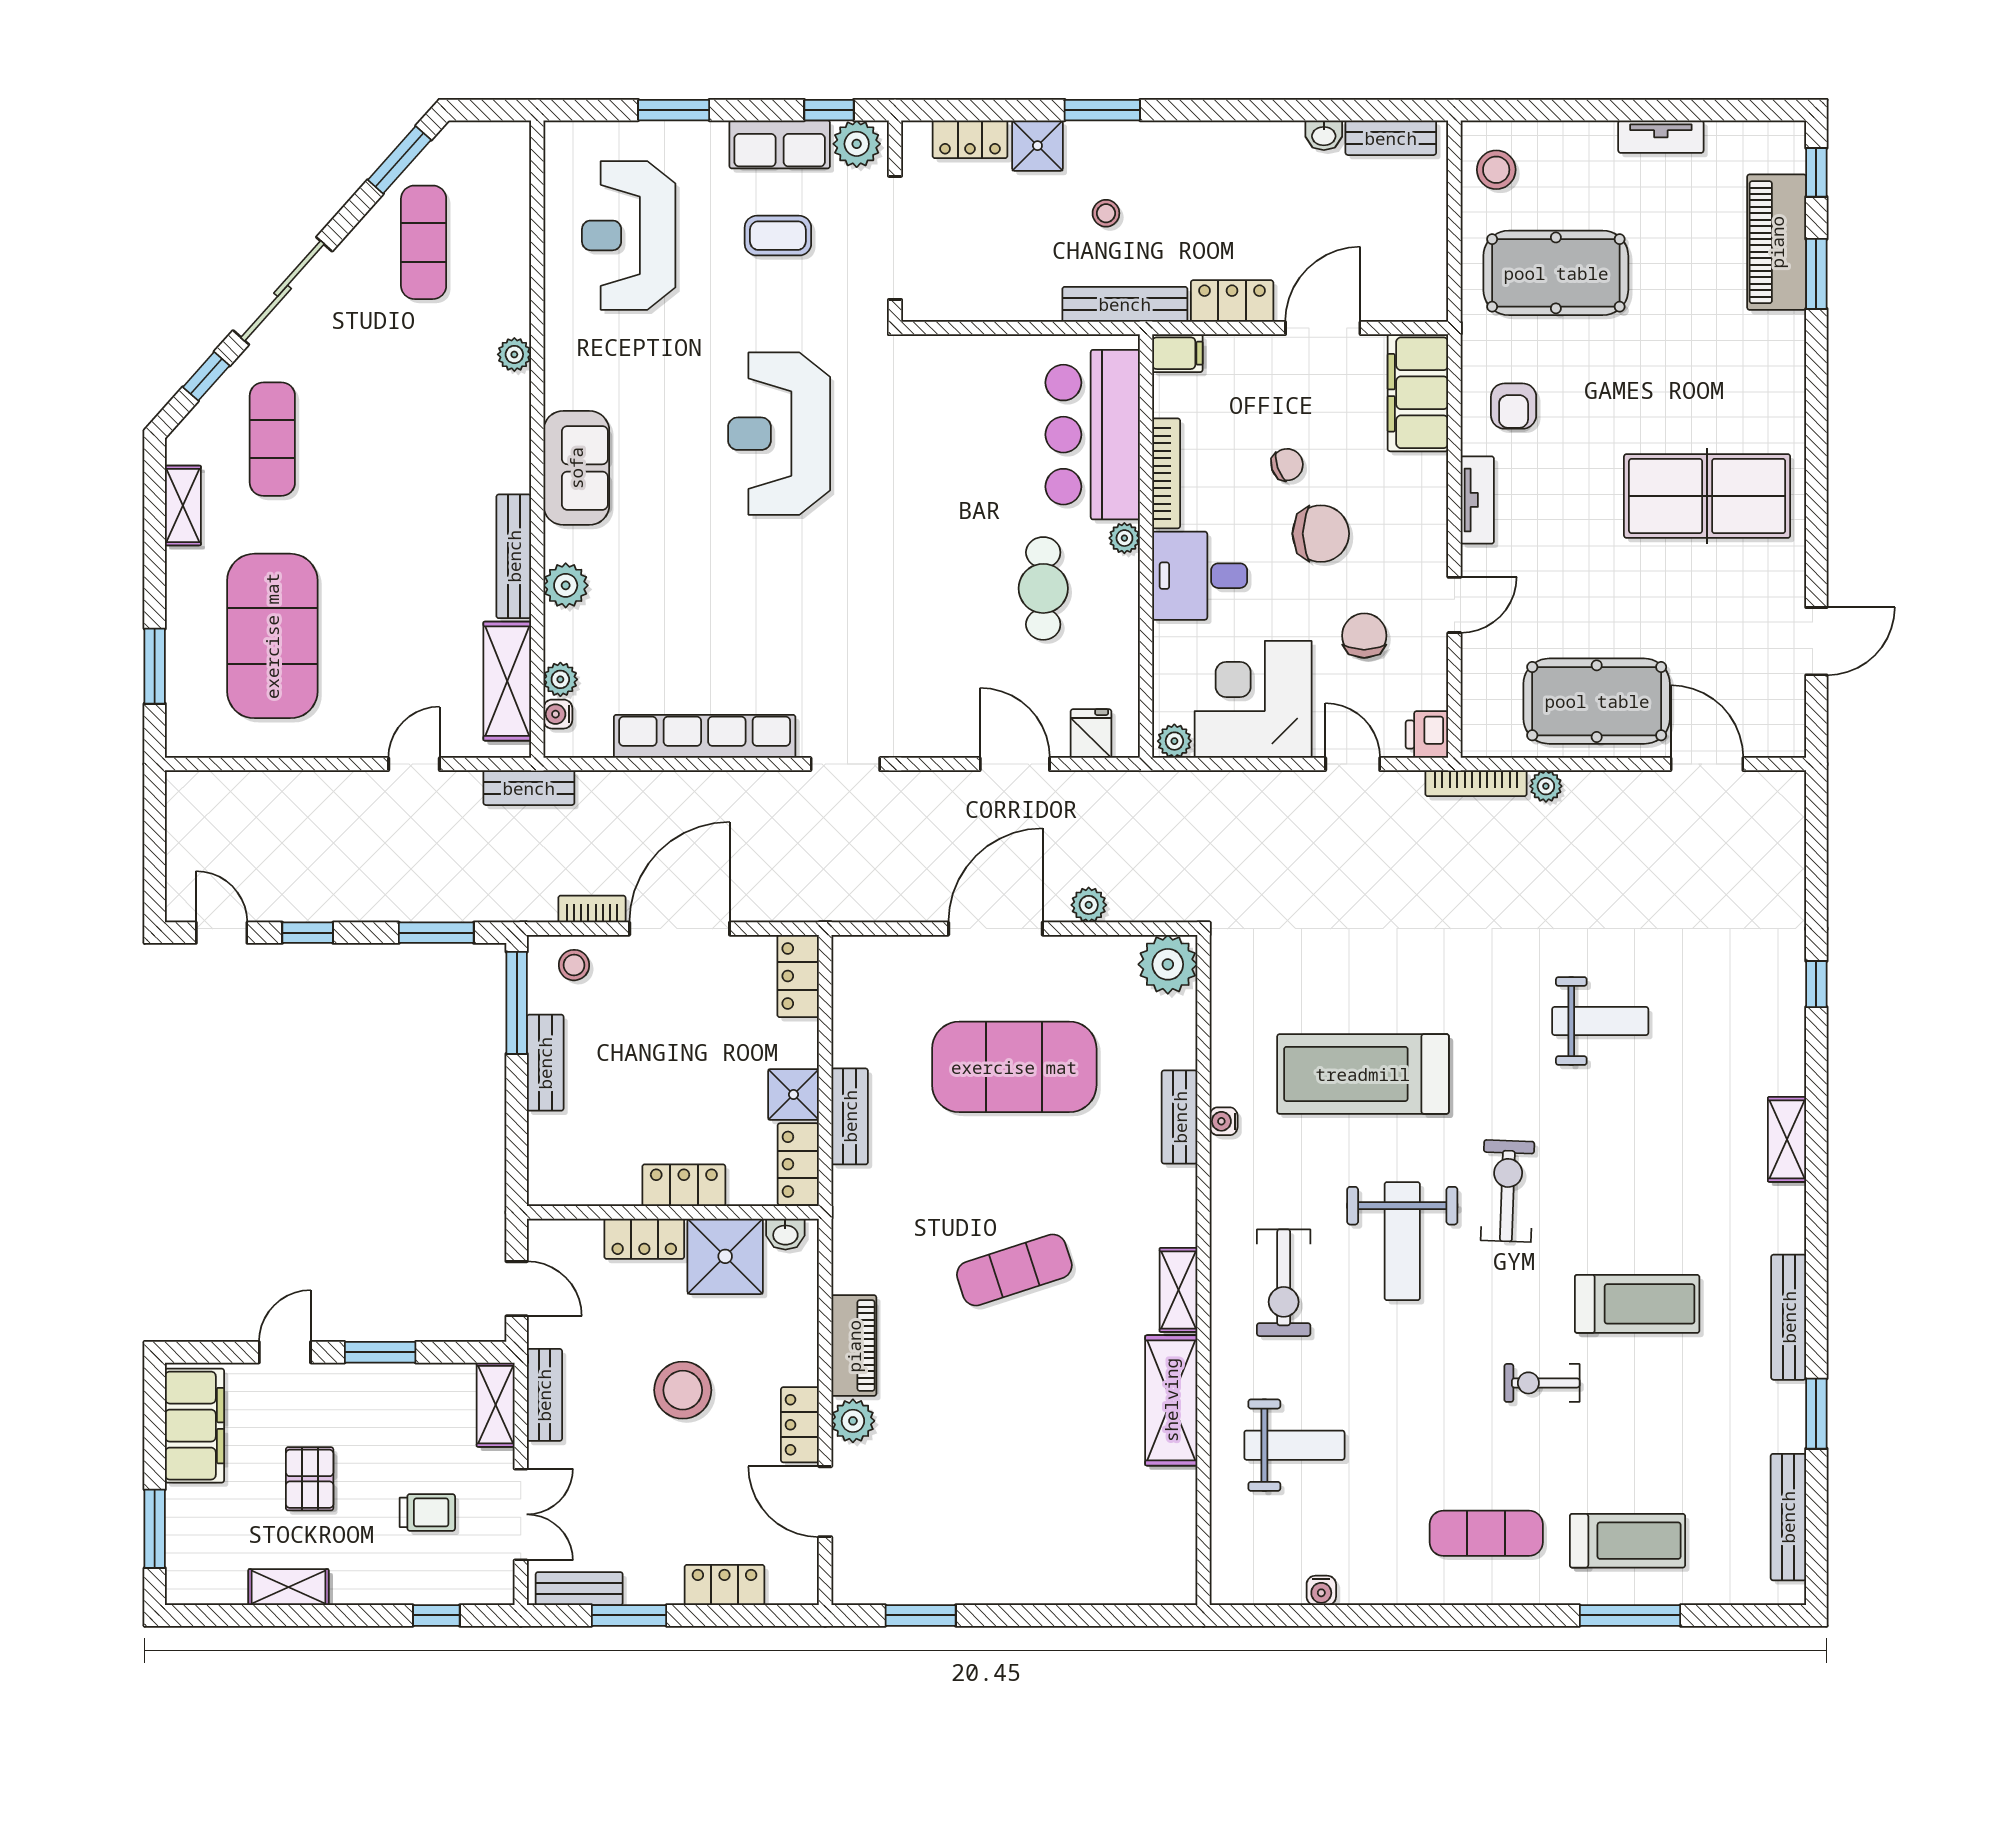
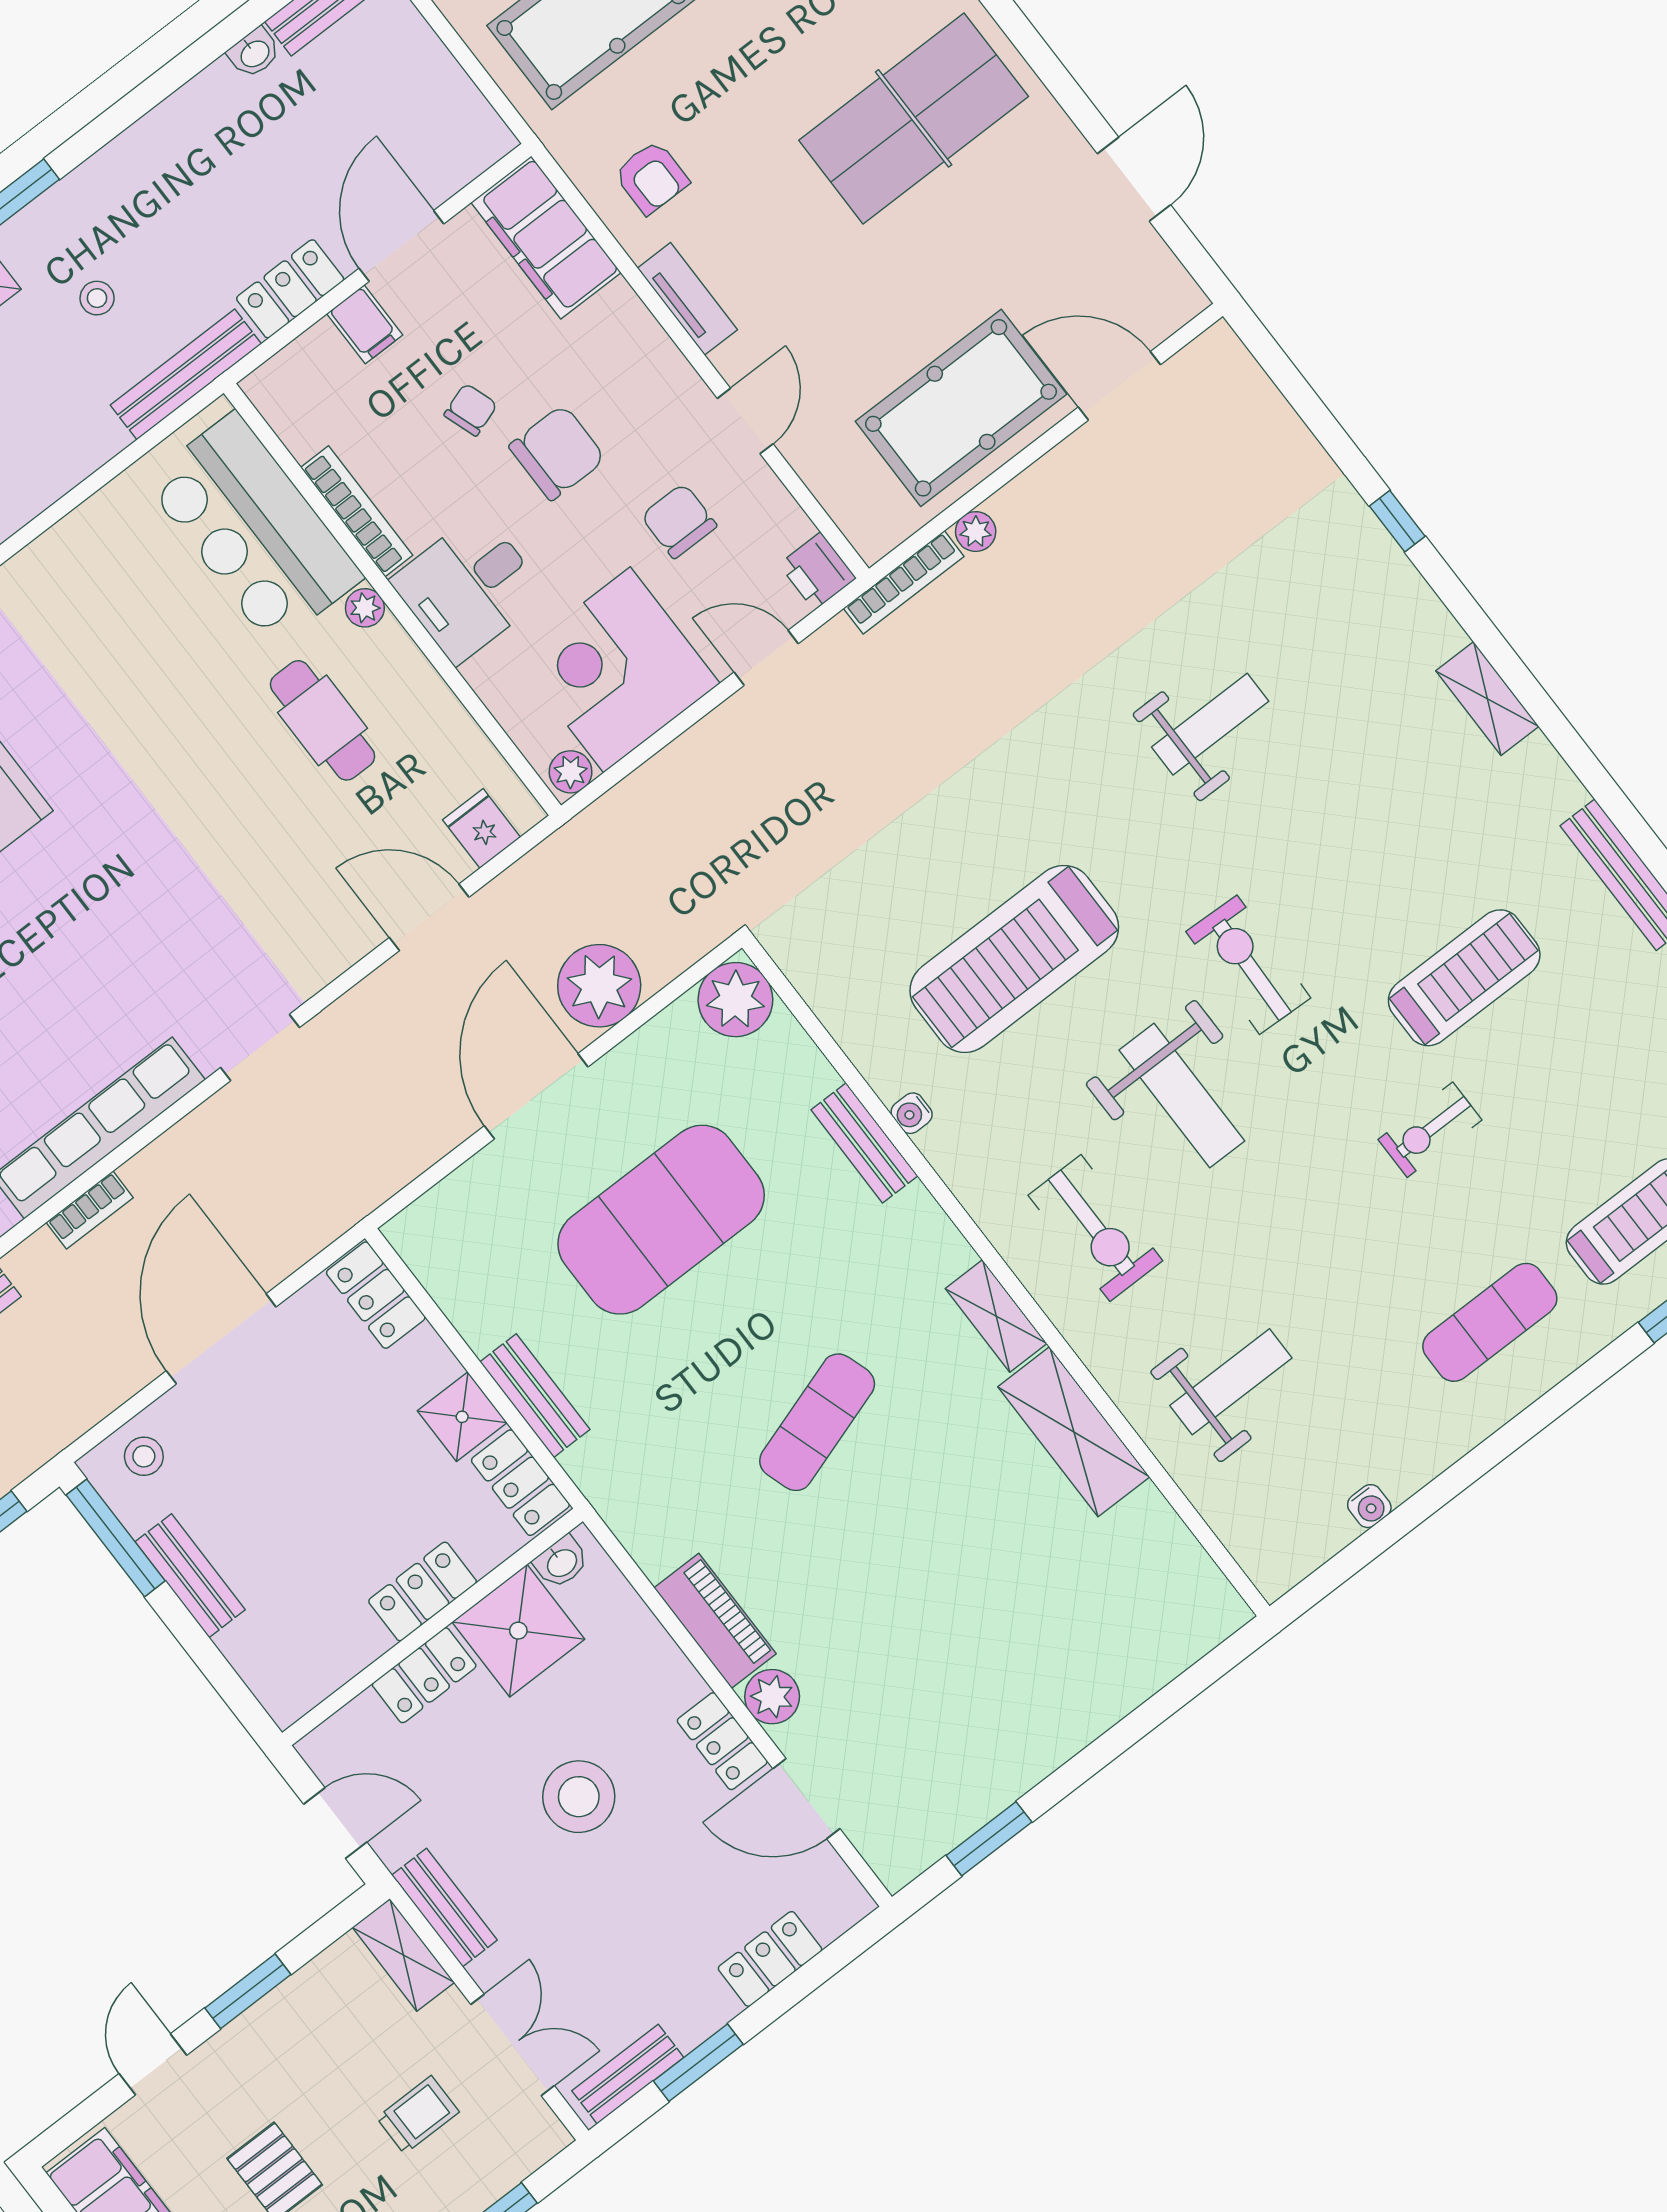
filing cabinet: (1177, 353) -> (365, 324), moved, turned 90
plant: (1089, 905) -> (599, 986), width x1.88, depth x1.88
bookcase: (592, 909) -> (90, 1210), moved, turned 180

